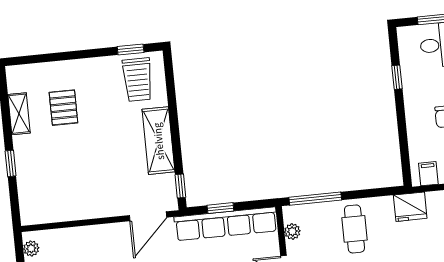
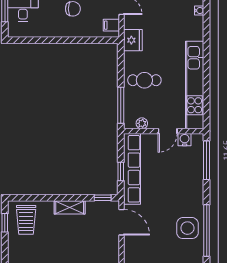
window: (397, 77) -> (42, 40), removed
trolley: (138, 80) -> (26, 220), turned 90
shelving: (158, 141) -> (70, 207), width x0.67, depth x0.75

